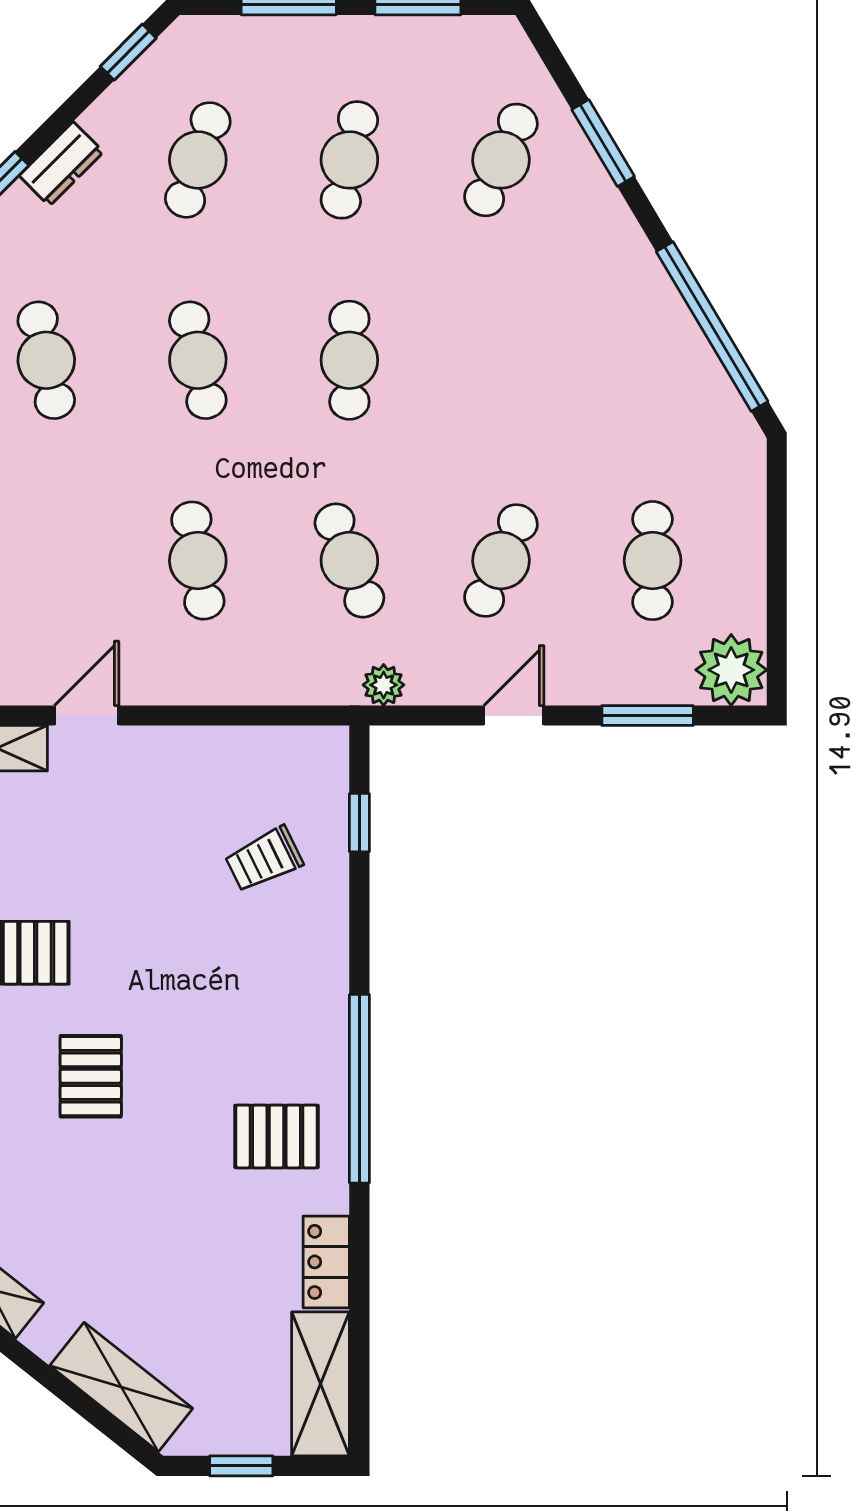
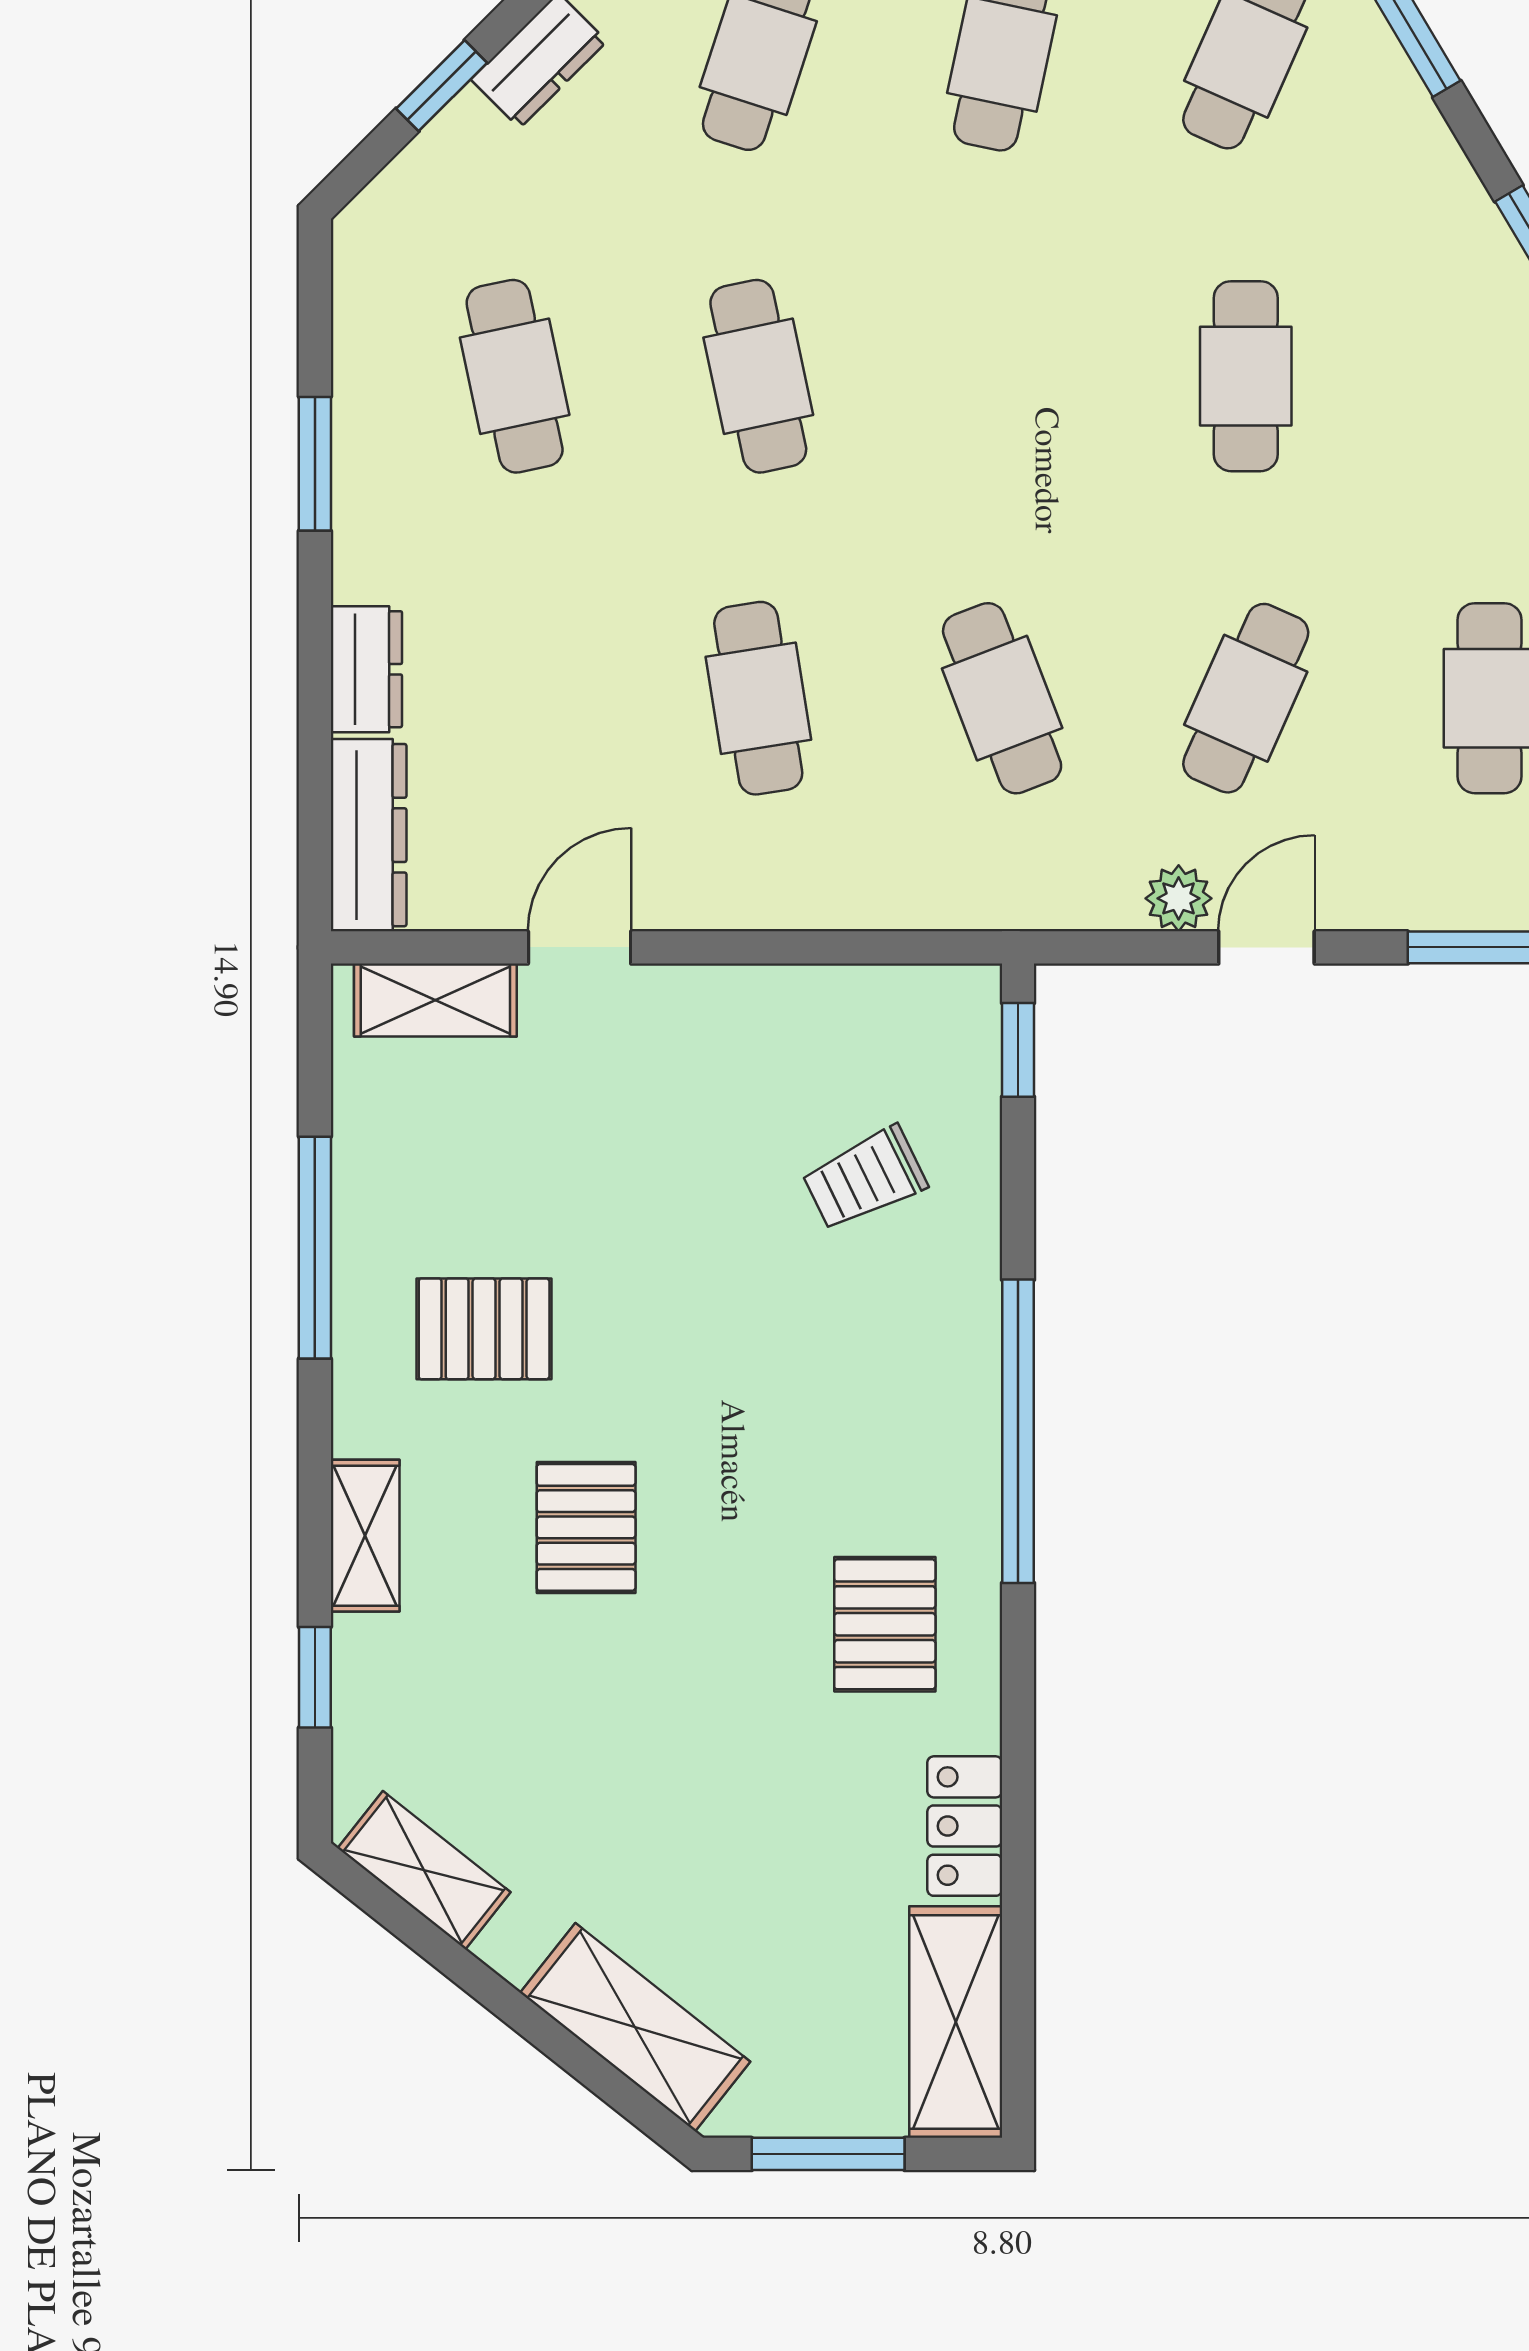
cafe table: (349, 360) -> (1246, 376), moved
plant: (384, 685) -> (1179, 898), moved
window: (359, 823) -> (1018, 1050), moved
window: (359, 1089) -> (1018, 1431), moved
pallet: (277, 1136) -> (885, 1624), turned 90
window: (241, 1466) -> (828, 2154), width x1.50

